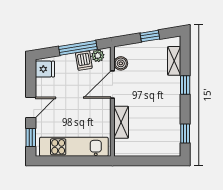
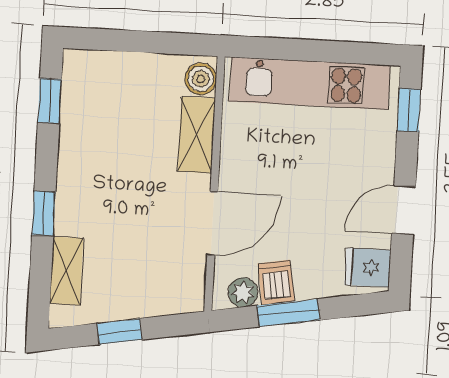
window: (78, 48) -> (288, 313), width x0.69
boiler: (121, 63) -> (201, 79), moved
door: (31, 107) -> (404, 210), moved

